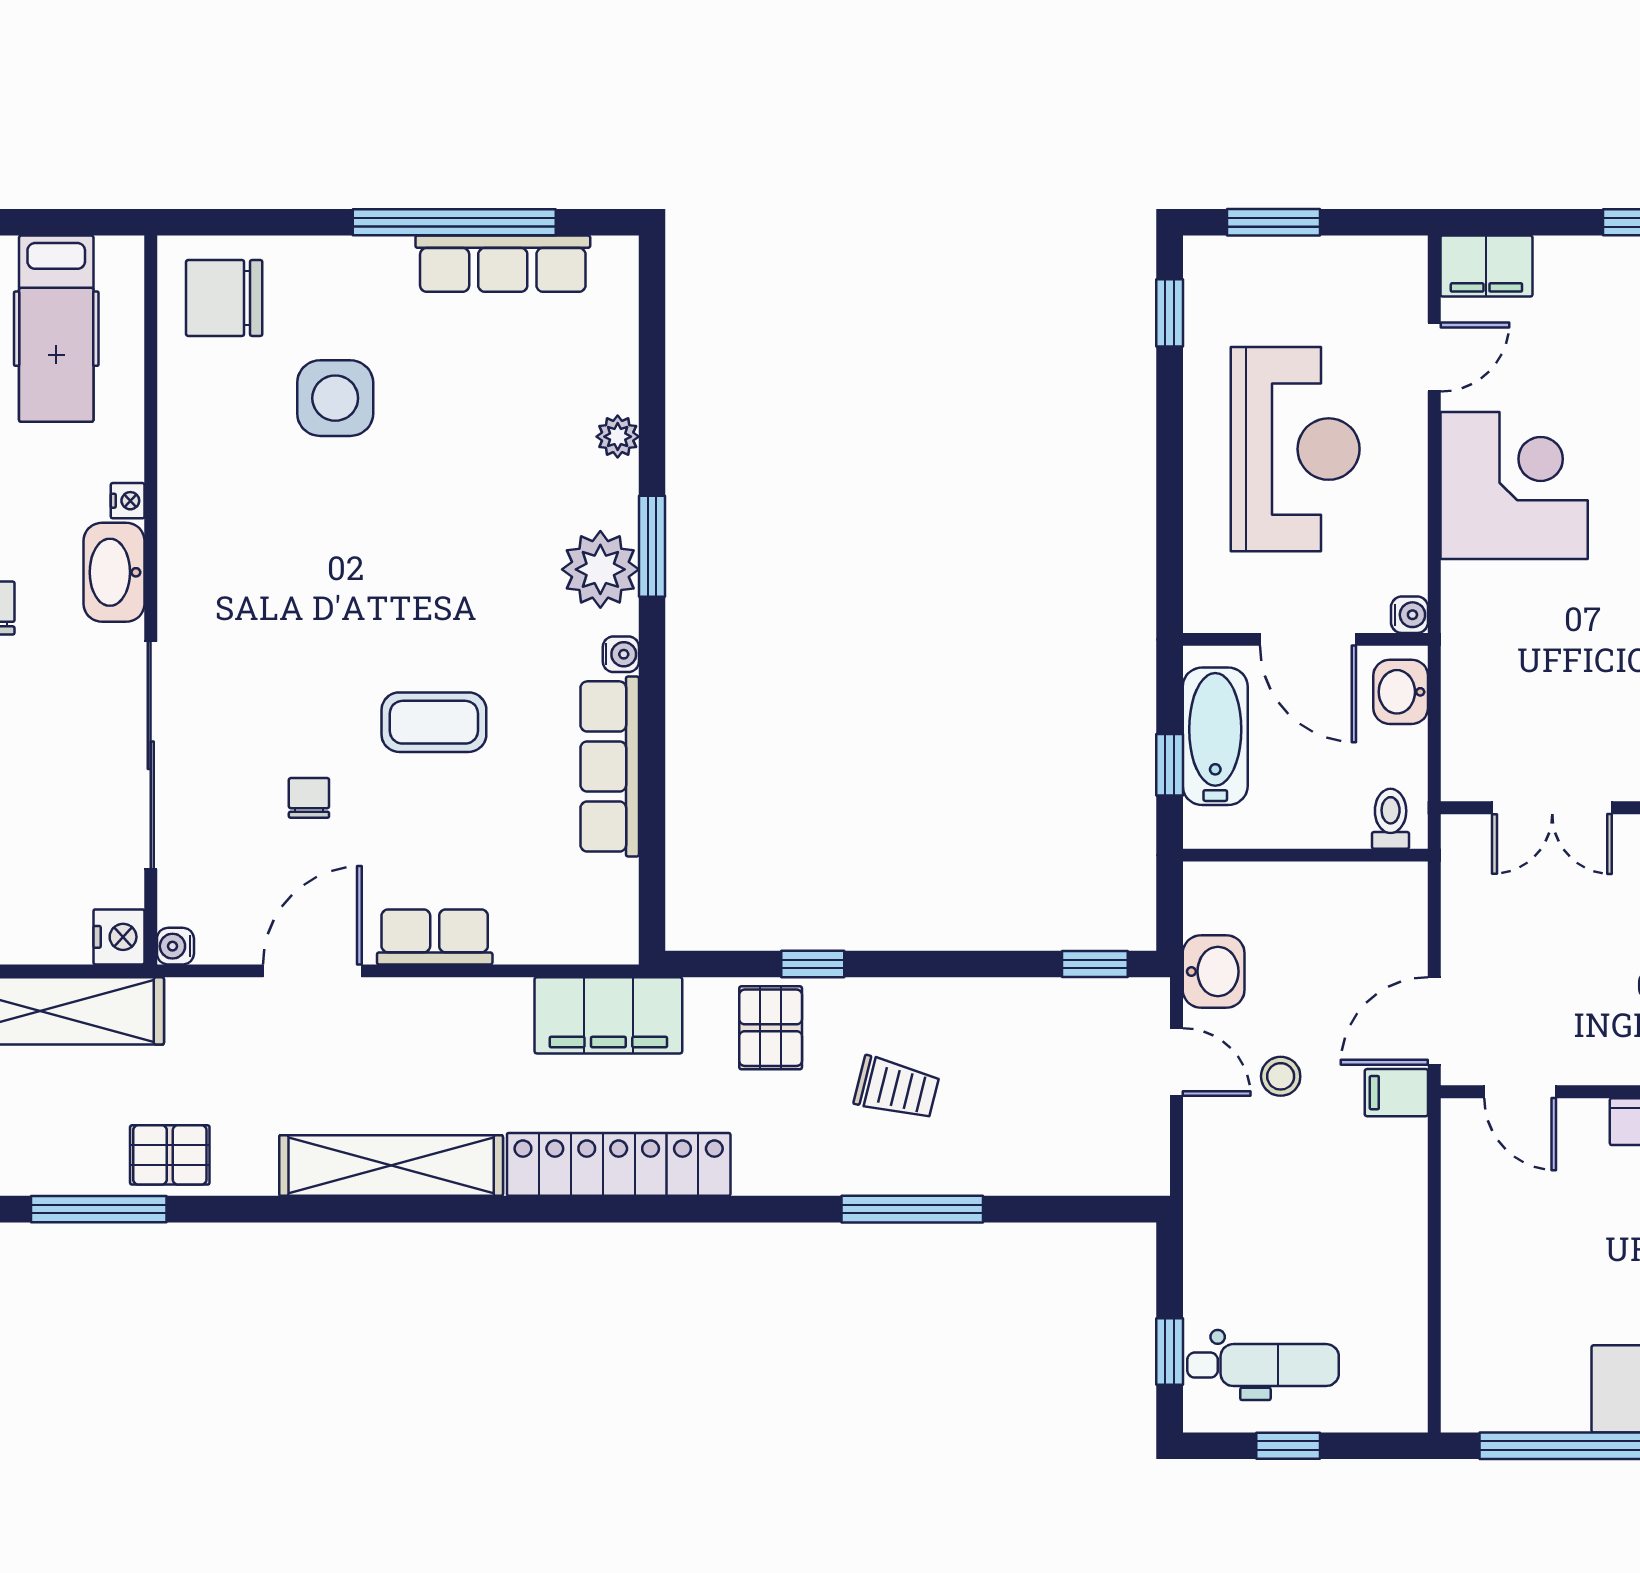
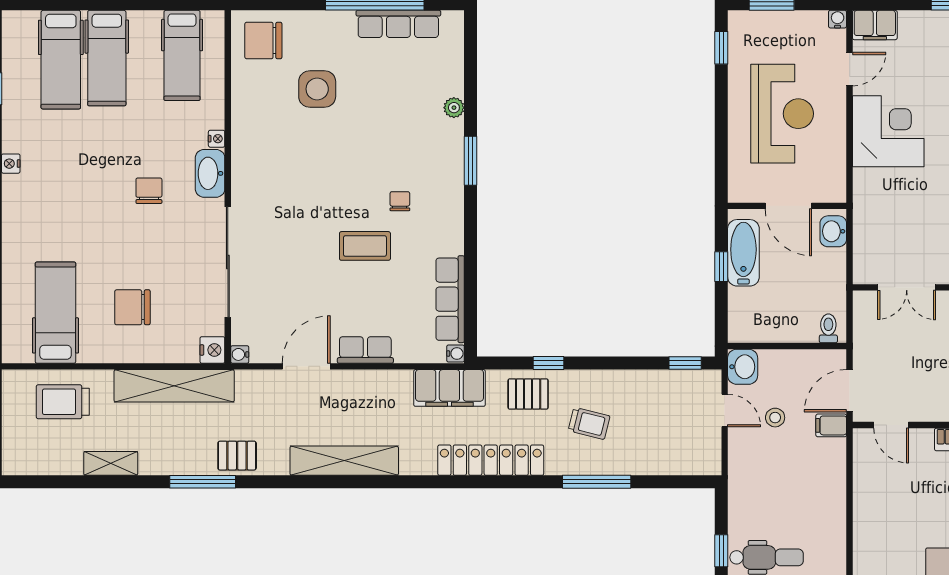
plant: (600, 569) -> (446, 172), removed
water cooler: (1409, 615) -> (838, 19), moved, turned -90
water cooler: (621, 654) -> (456, 354), moved
row of seats: (610, 766) -> (450, 299), moved
chair: (309, 798) -> (400, 201), moved
toilet: (1391, 819) -> (828, 328), moved
wall: (1305, 855) -> (787, 346), moved
pallet: (771, 1028) -> (528, 394), turned 90
locker: (619, 1164) -> (491, 460), moved

